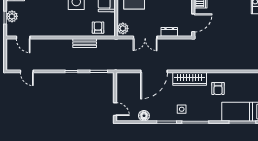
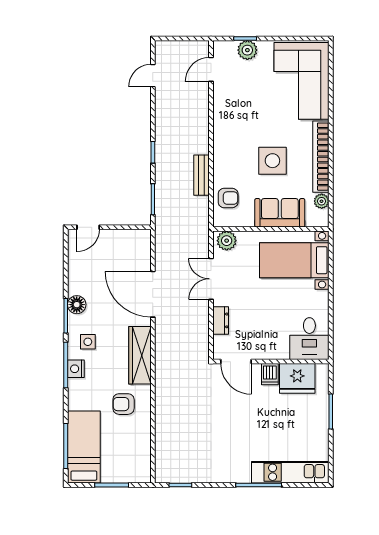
floor lamp: (144, 116) -> (77, 305), moved
nightstand: (197, 116) -> (76, 369), added

